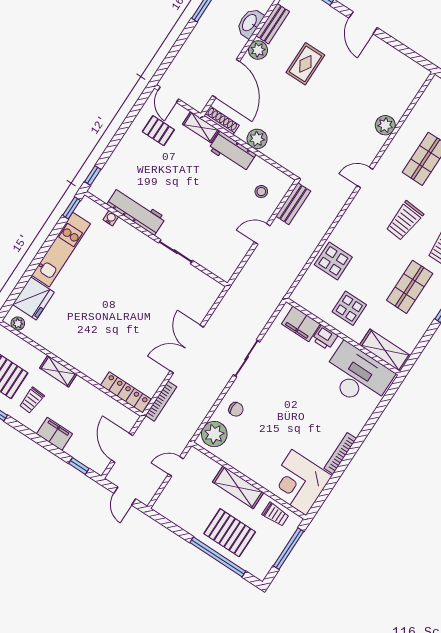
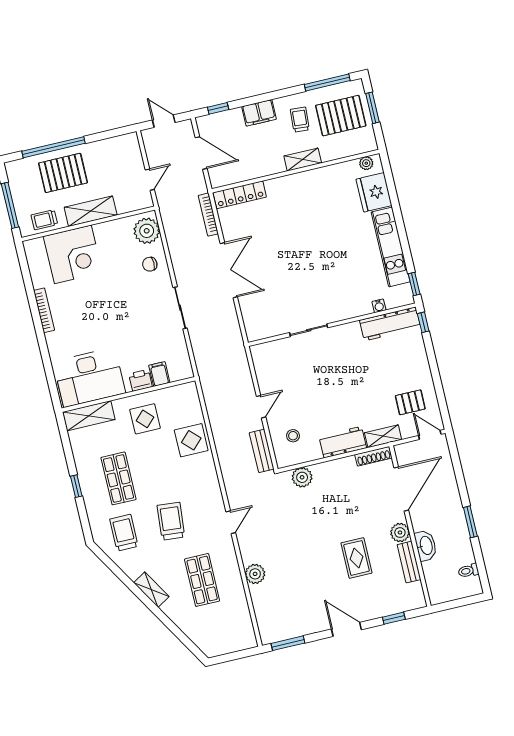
window: (412, 55) -> (288, 643), added
door: (226, 78) -> (401, 489), swing flipped
plant: (257, 139) -> (302, 477), moved
workbench: (136, 211) -> (390, 324), moved
filing cabinet: (301, 324) -> (159, 374), width x0.50
corner desk: (299, 482) -> (73, 254), moved, turned 90

